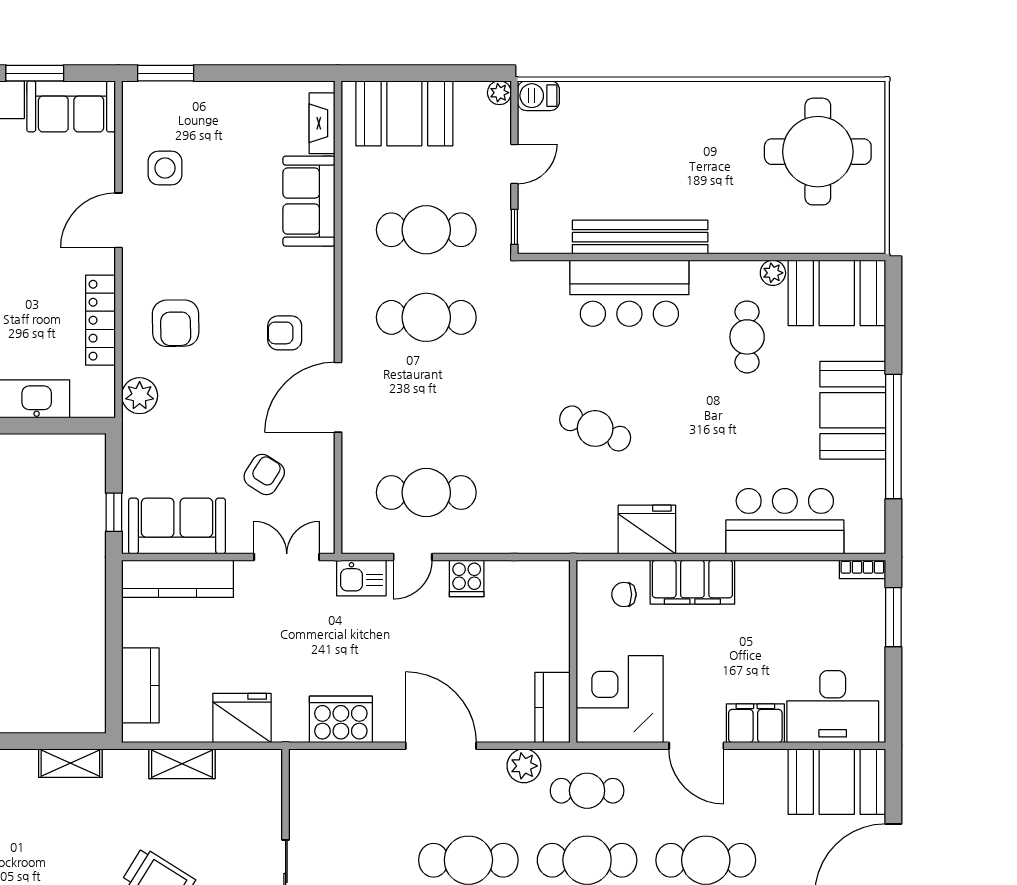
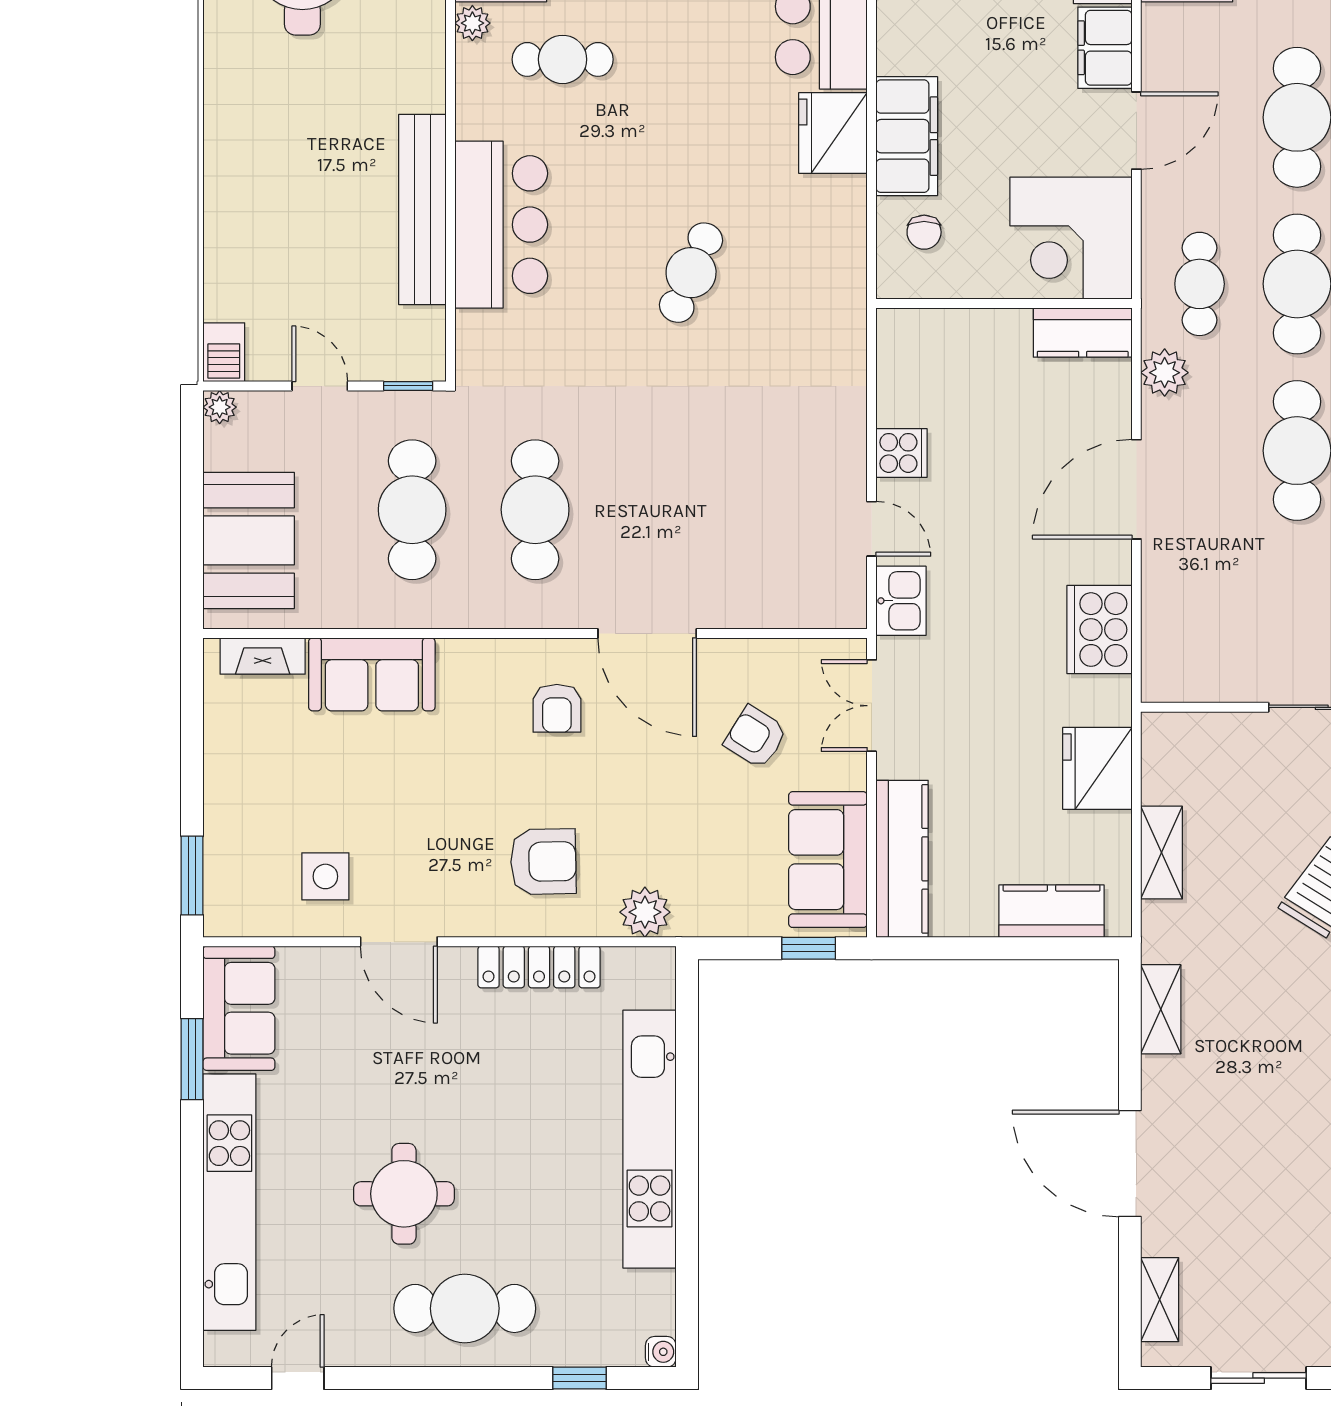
cafe table: (426, 493) -> (781, 510), removed
fridge: (647, 530) -> (833, 133), moved

